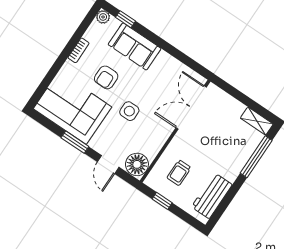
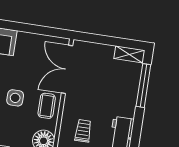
coffee table: (156, 133) -> (47, 106), added
trolley: (179, 173) -> (83, 131), turned 180

